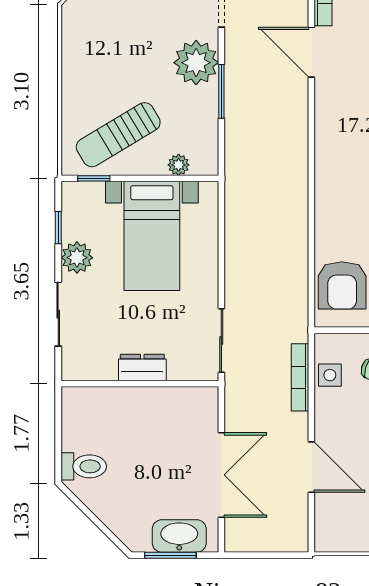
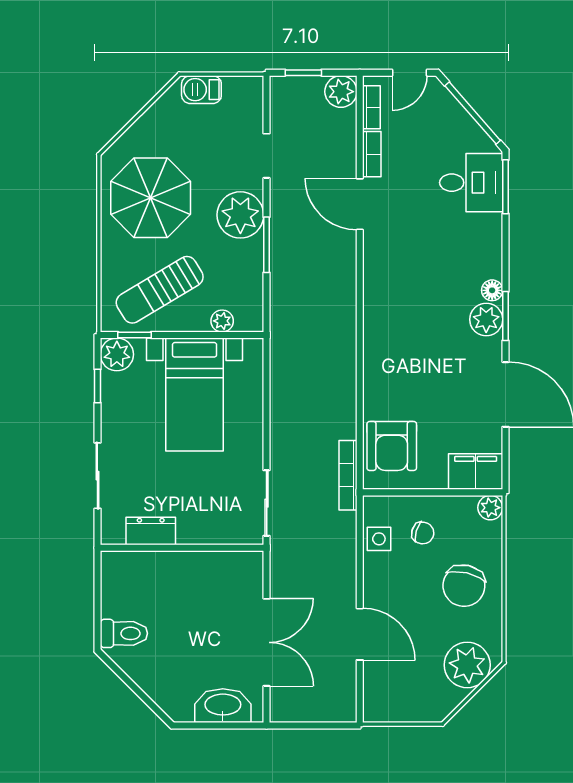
parasol: (110, 46) -> (151, 198), added
plant: (77, 258) -> (117, 354), moved
dresser: (142, 368) -> (151, 531), moved
bookcase: (300, 377) -> (348, 475), moved
window: (170, 555) -> (214, 726), removed

